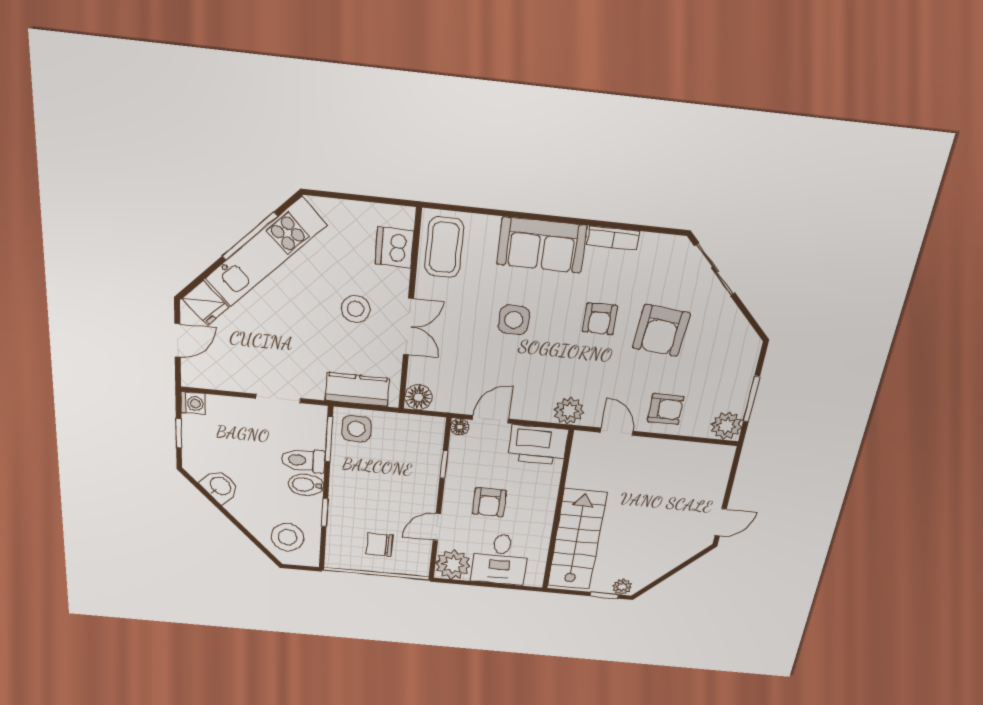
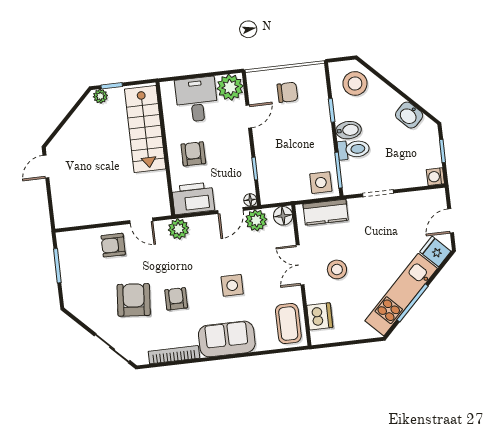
bookcase: (613, 238) -> (174, 355), width x1.56
plant: (726, 426) -> (256, 220), moved
armchair: (489, 502) -> (193, 154), moved

